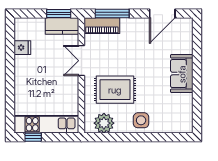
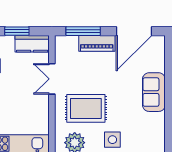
window: (59, 14) -> (17, 31), moved
door: (162, 14) -> (134, 31), width x1.36
piano: (102, 26) -> (97, 43), moved

